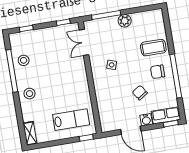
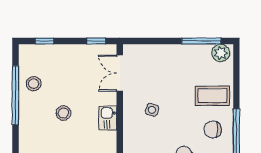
window: (106, 15) -> (201, 41), moved
plant: (125, 21) -> (221, 53), moved
kitchen sink: (81, 76) -> (108, 118), added
stool: (30, 94) -> (63, 113), moved

